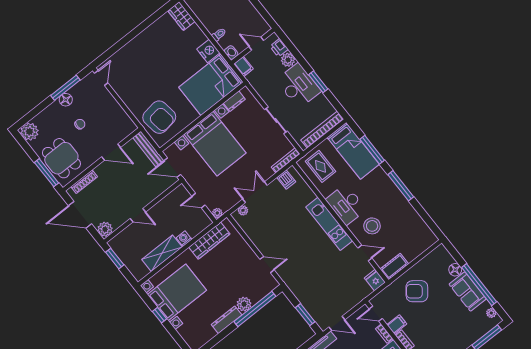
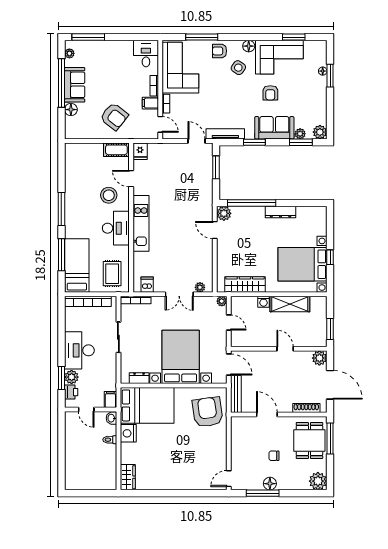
window: (318, 82) -> (61, 378), moved
plant: (244, 304) -> (224, 213), moved

